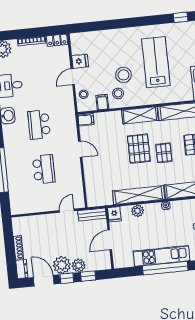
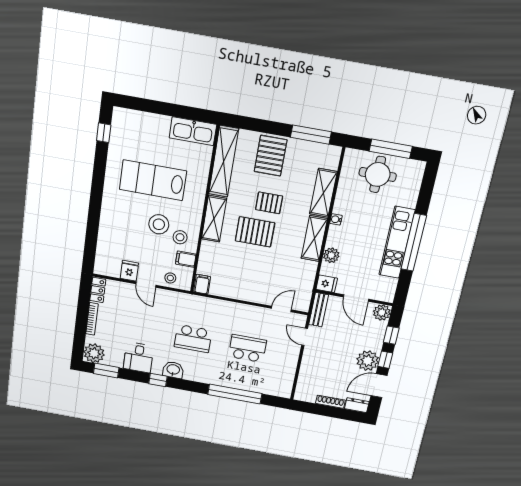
door: (80, 149) -> (281, 309), moved
shelving: (139, 195) -> (314, 238), width x0.68
plant: (79, 266) -> (382, 313), moved

